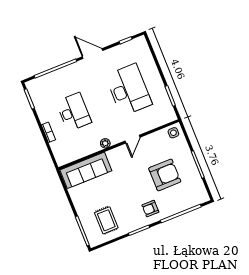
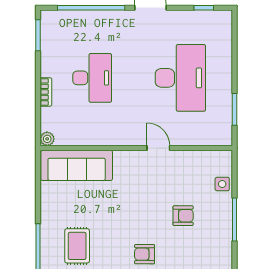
side table: (173, 133) -> (222, 184), moved
door: (132, 139) -> (158, 148), swing flipped
plant: (105, 143) -> (47, 139), moved
armchair: (165, 175) -> (183, 216), width x0.53, depth x0.53

